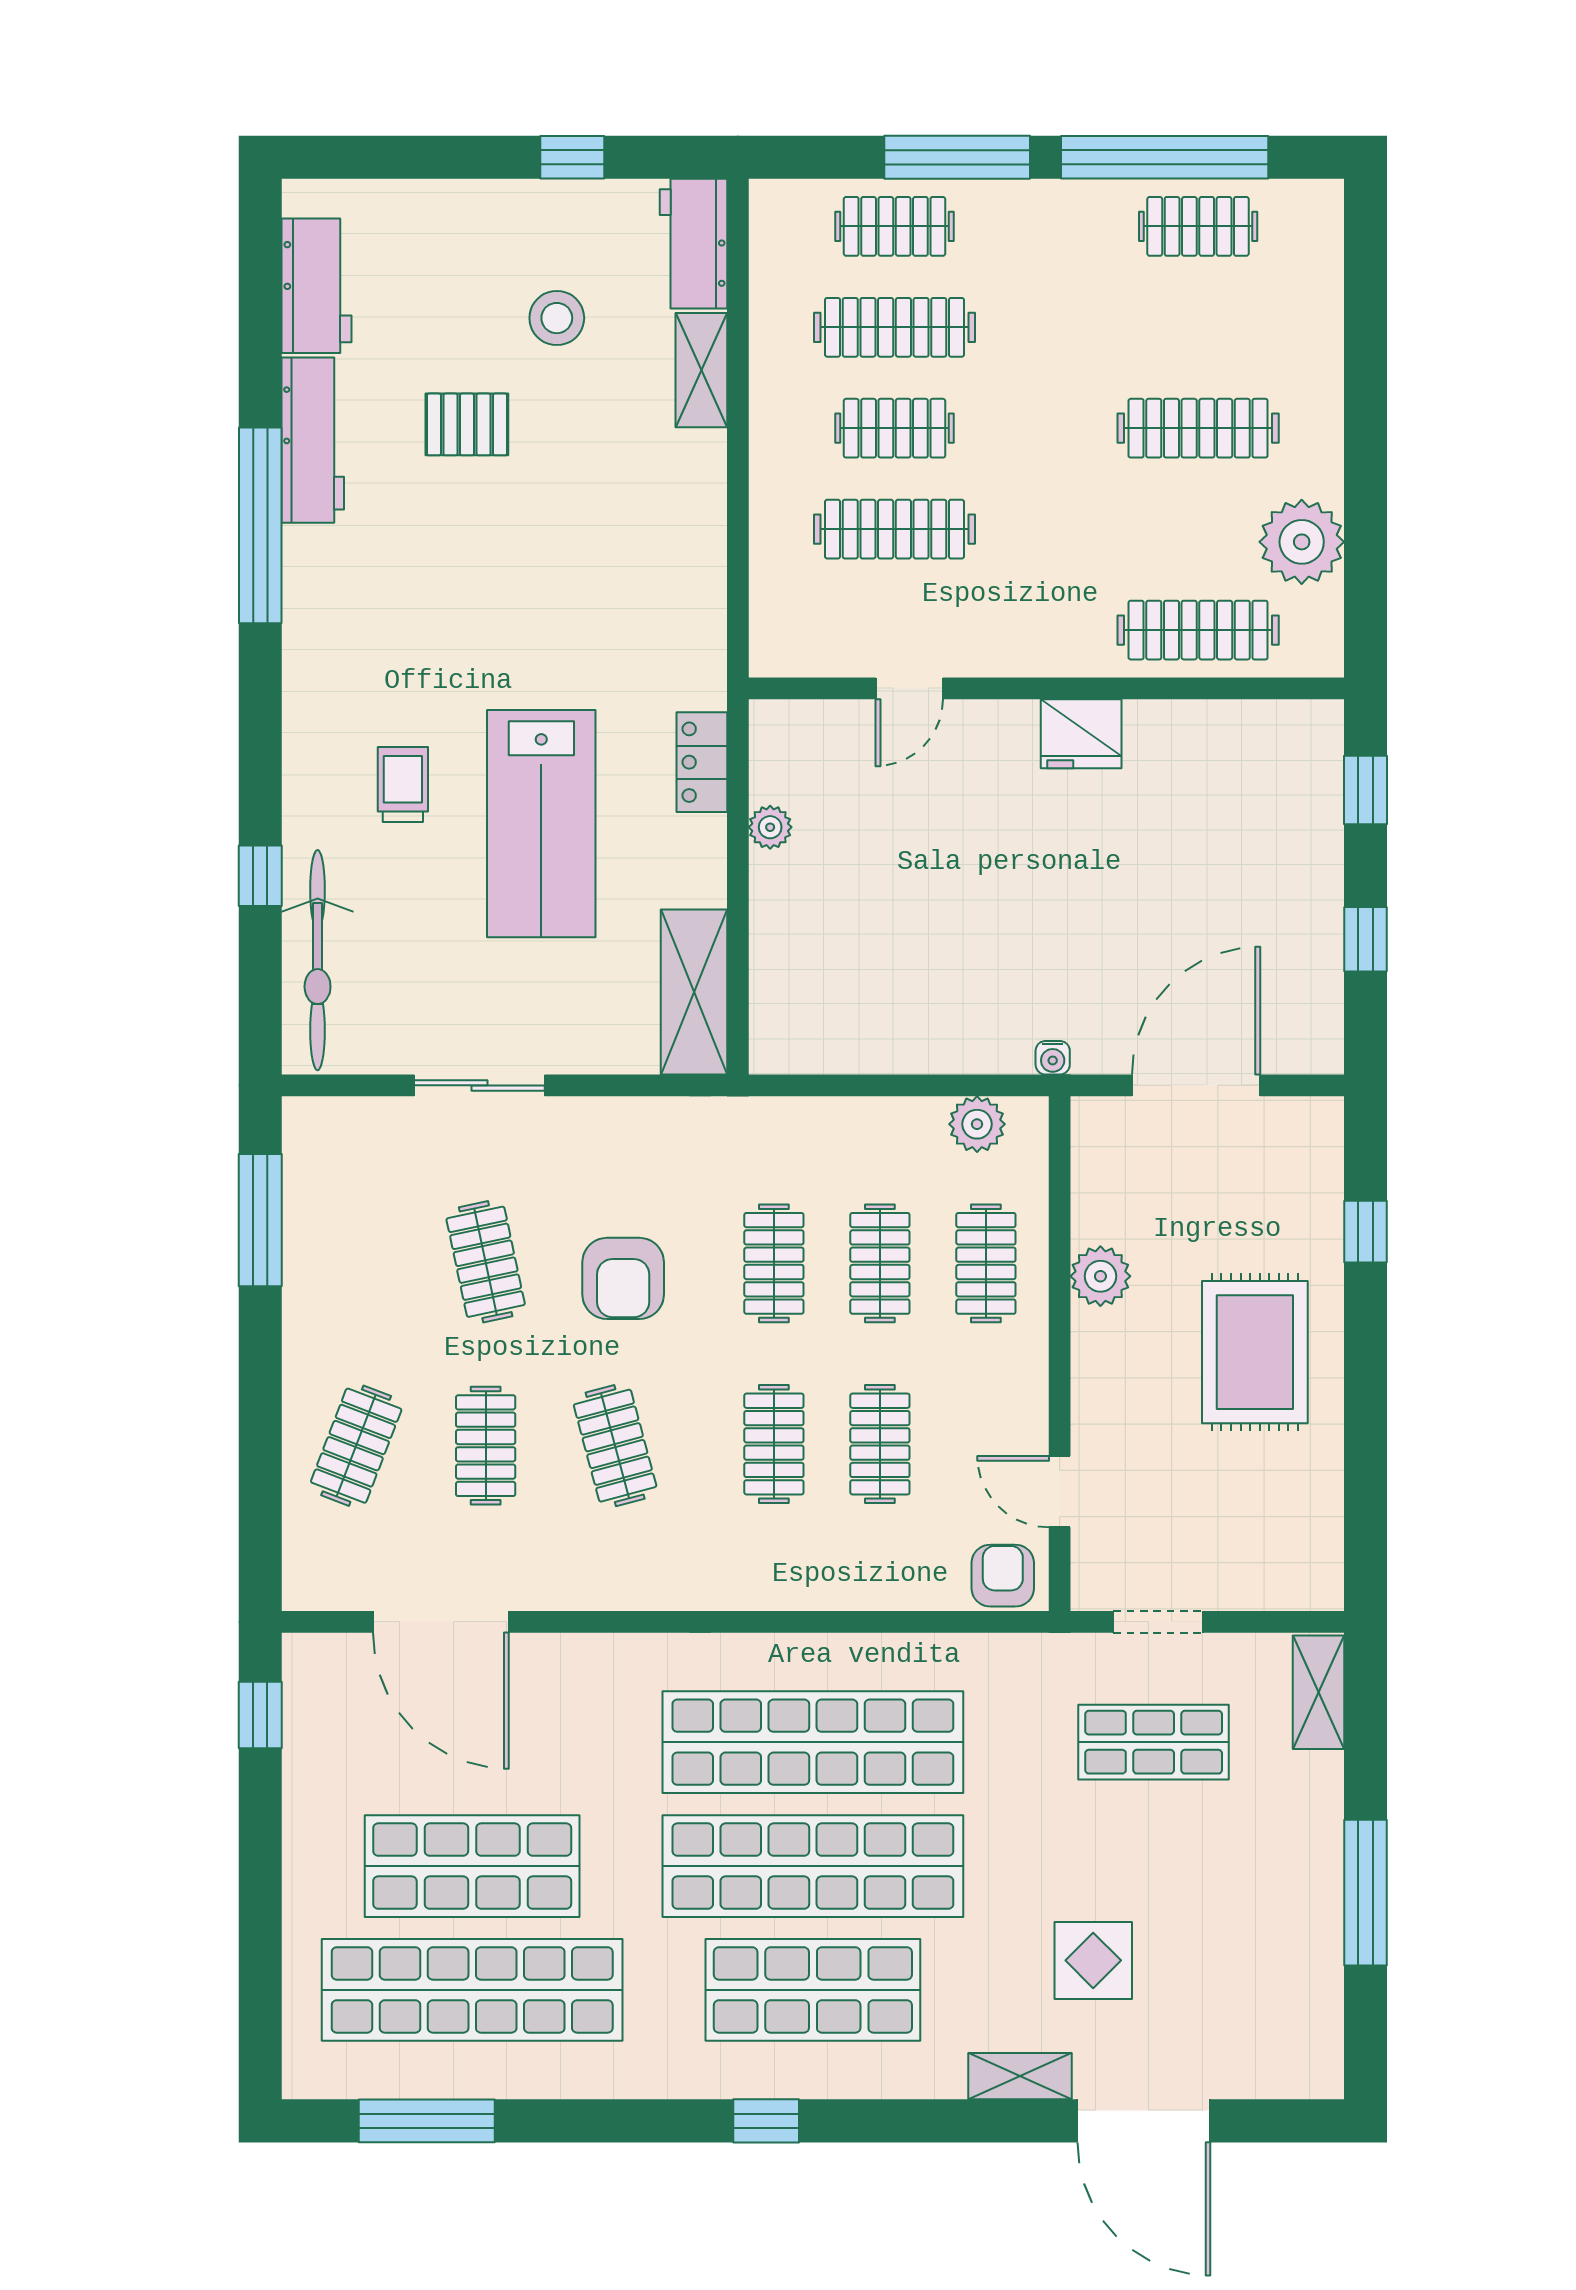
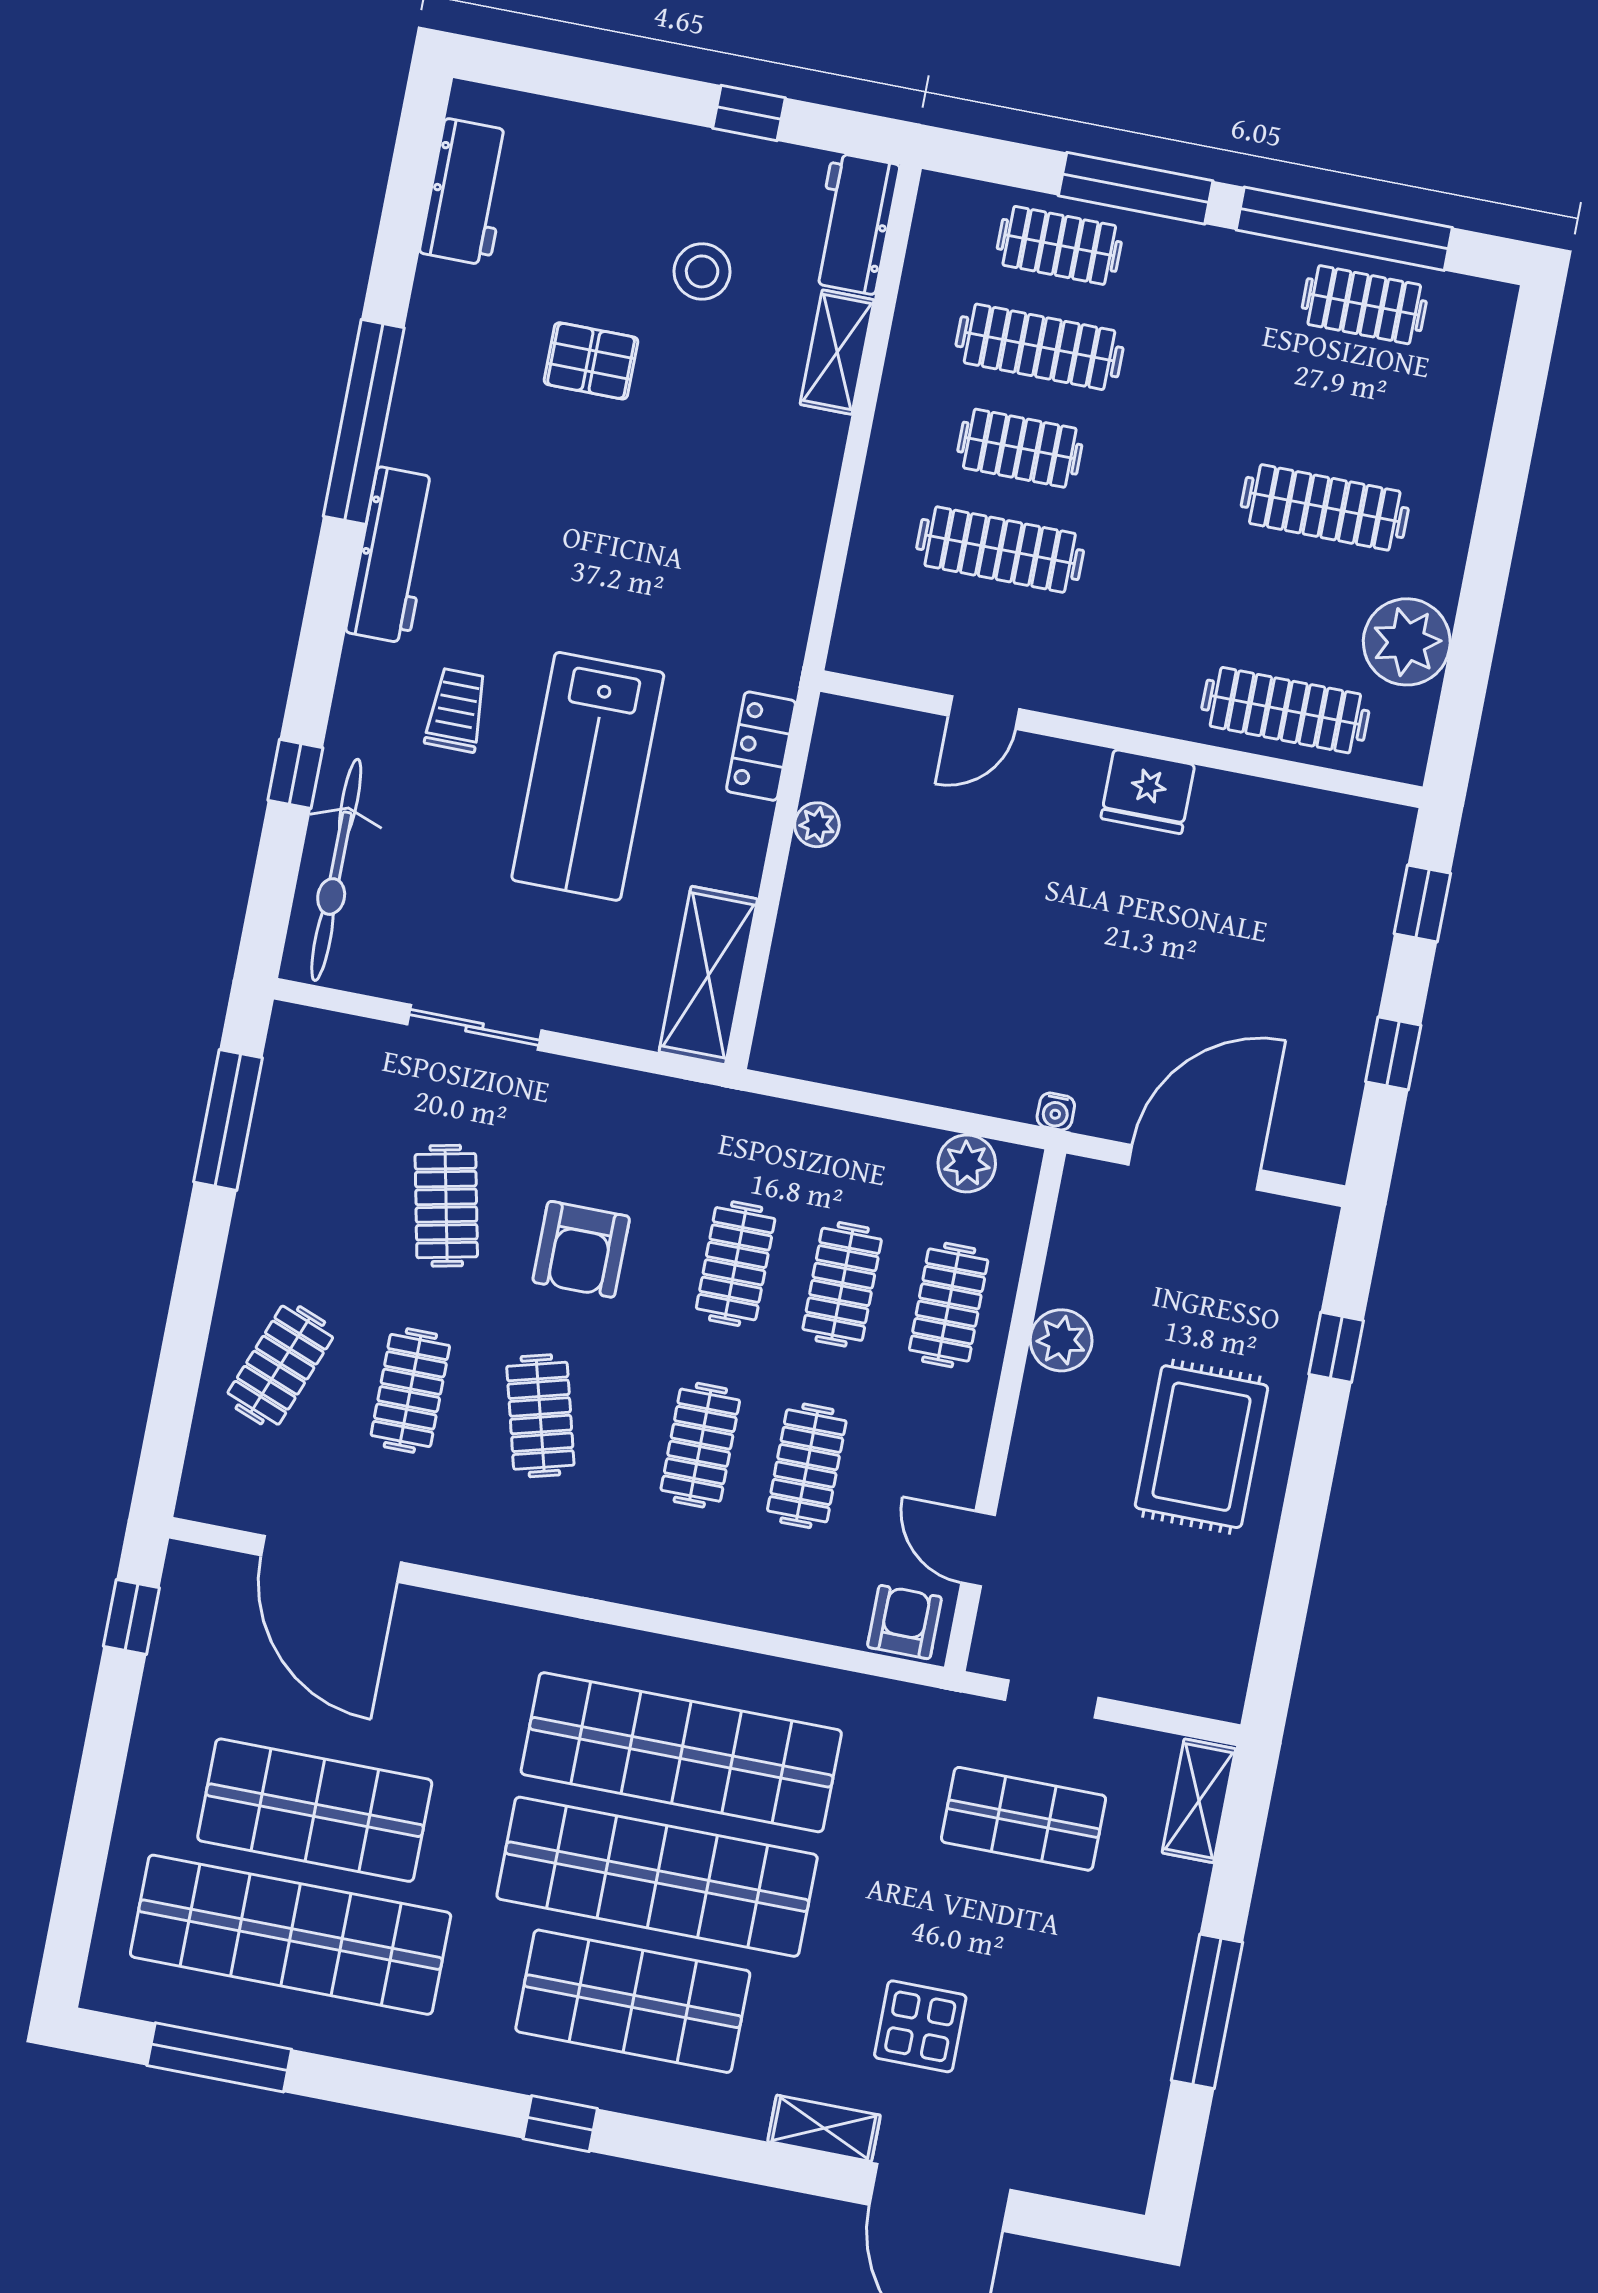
workbench: (313, 440) -> (393, 555), moved

